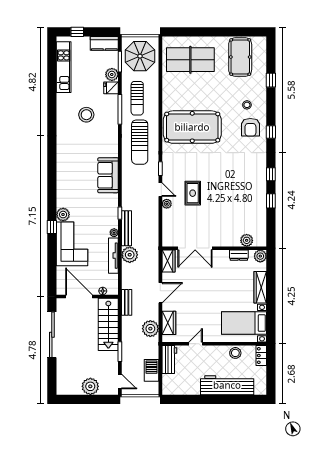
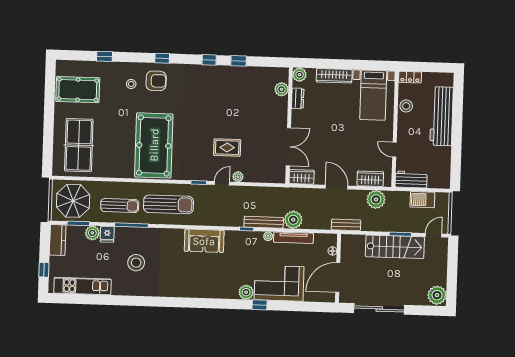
stairs: (108, 324) -> (395, 247), moved
plant: (90, 386) -> (437, 295), moved

